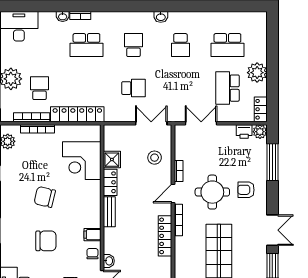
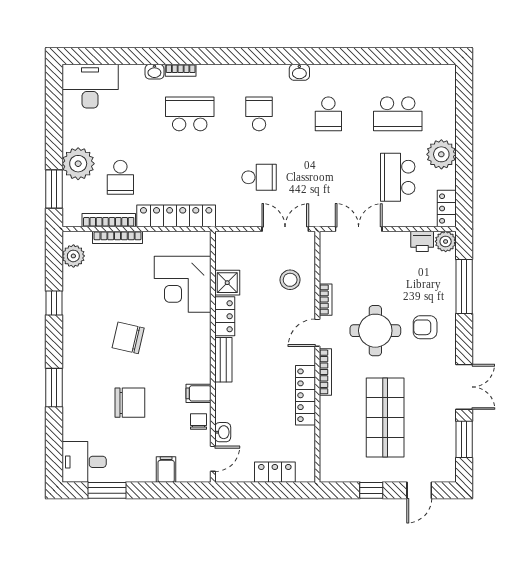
school desk: (86, 45) -> (190, 114), turned 180
school desk: (39, 88) -> (120, 177), turned 180

